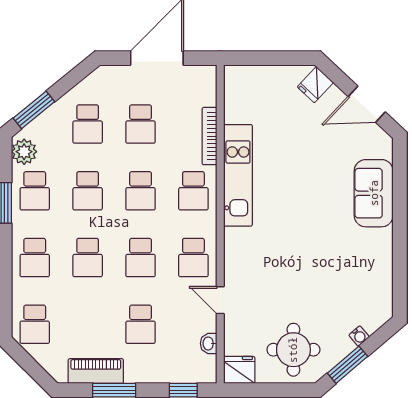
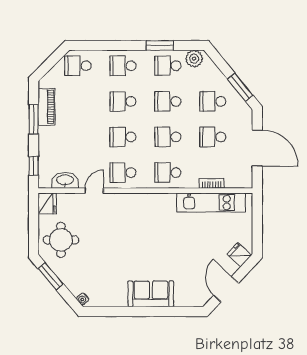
window: (34, 110) -> (240, 87), moved
bookcase: (210, 136) -> (212, 183), width x0.64
kitchen unit: (238, 175) -> (211, 203), moved
sofa: (374, 193) -> (151, 294), moved
school desk: (141, 324) -> (78, 137), removed
water cooler: (359, 336) -> (83, 299), moved
washbasin: (209, 343) -> (65, 180), width x1.91, depth x1.45

